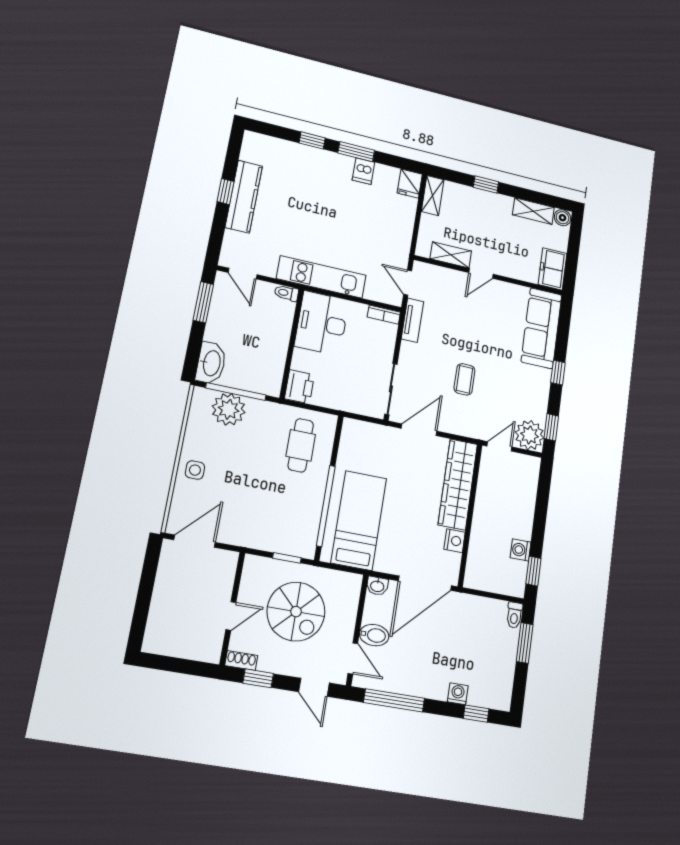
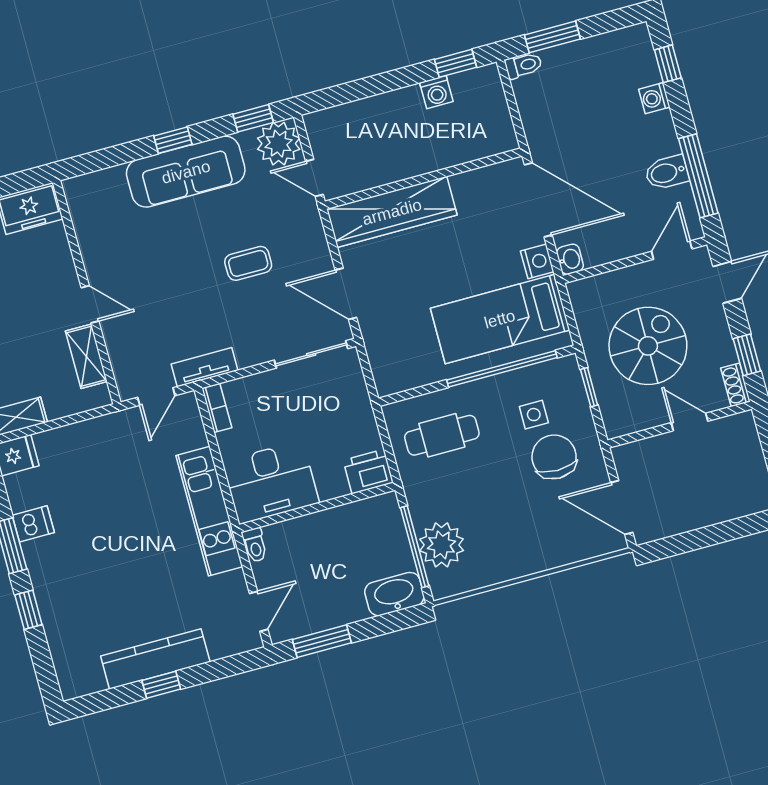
sofa: (541, 328) -> (186, 172), moved
side table: (195, 470) -> (534, 415), moved
chair: (251, 512) -> (554, 457), added
nightstand: (455, 541) -> (537, 261), moved, turned 90
bidet: (374, 635) -> (667, 173), moved, turned -90

